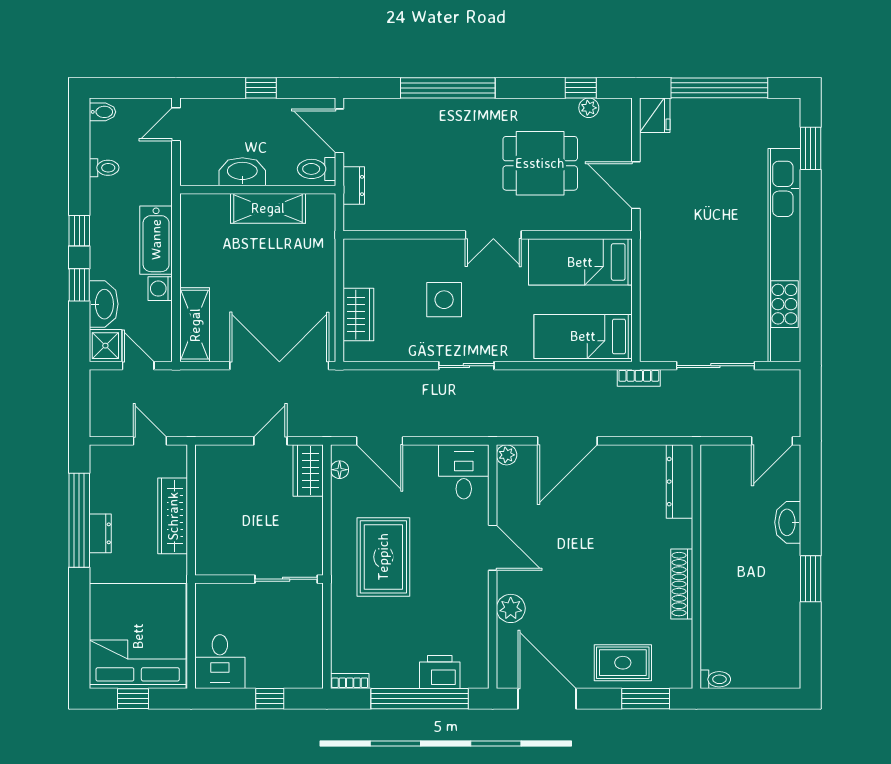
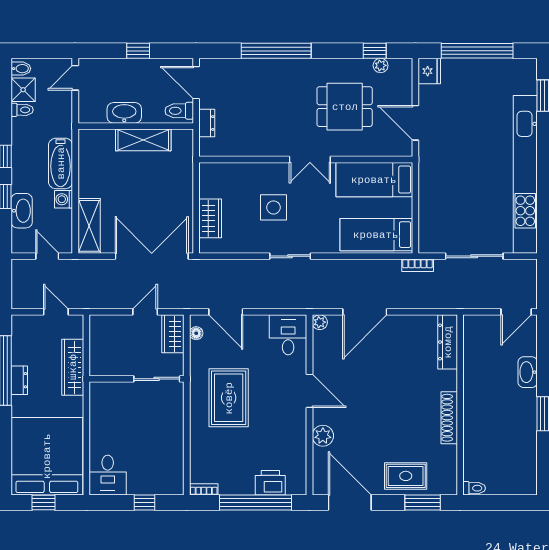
shower: (105, 346) -> (23, 90), moved
wall: (259, 579) -> (137, 379), moved
sliding door: (286, 579) -> (157, 379), moved

